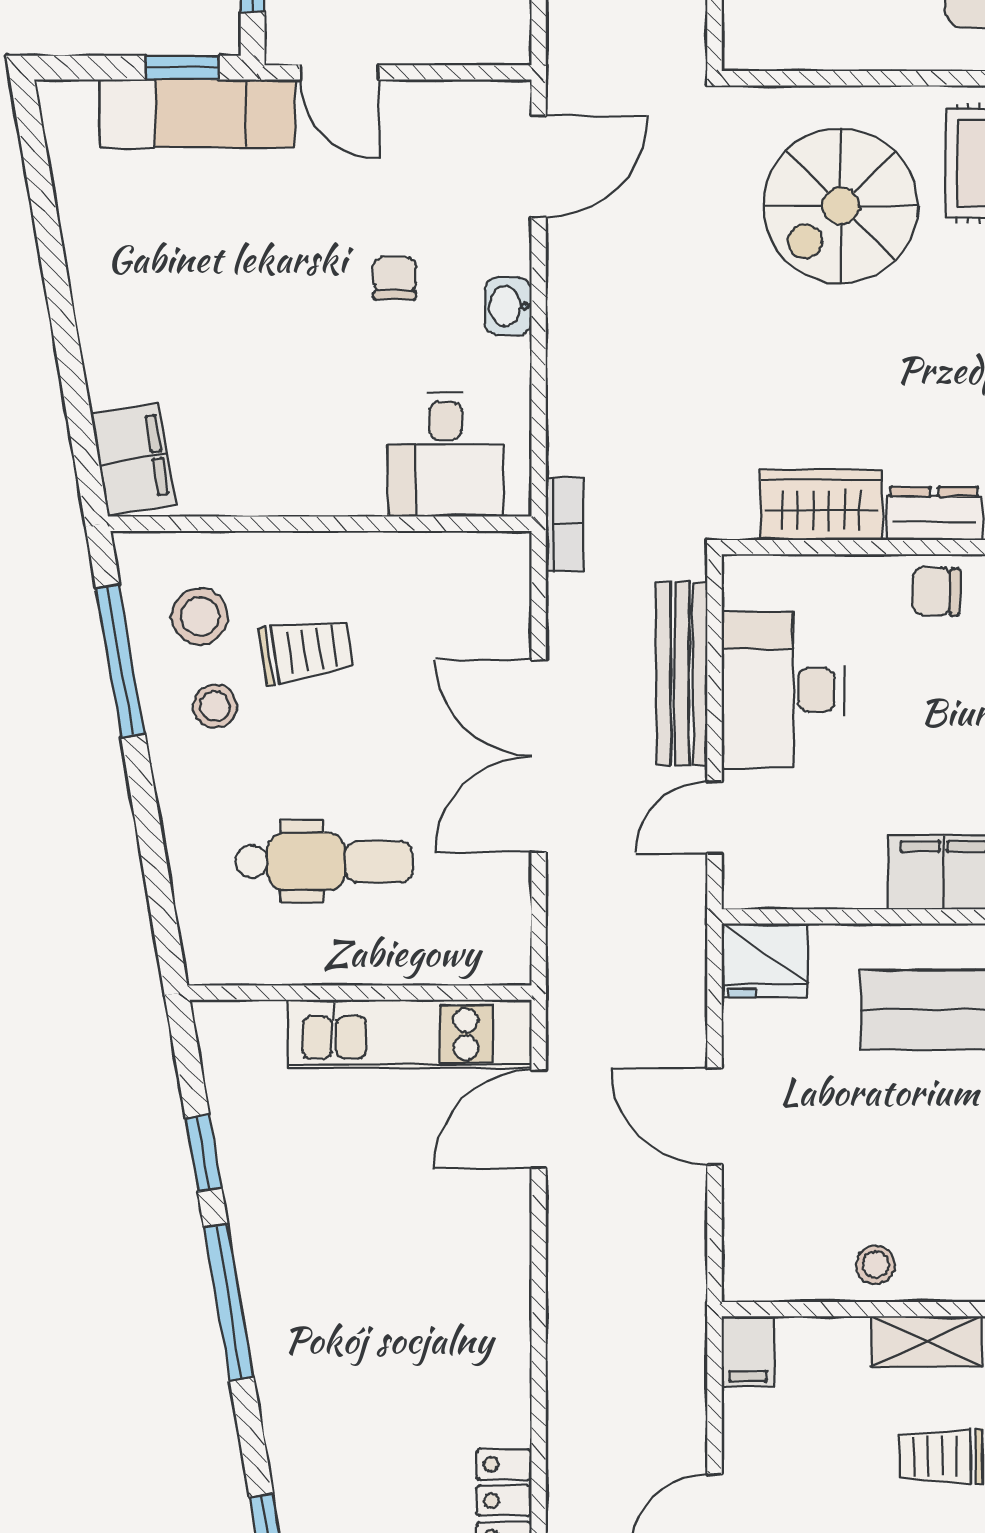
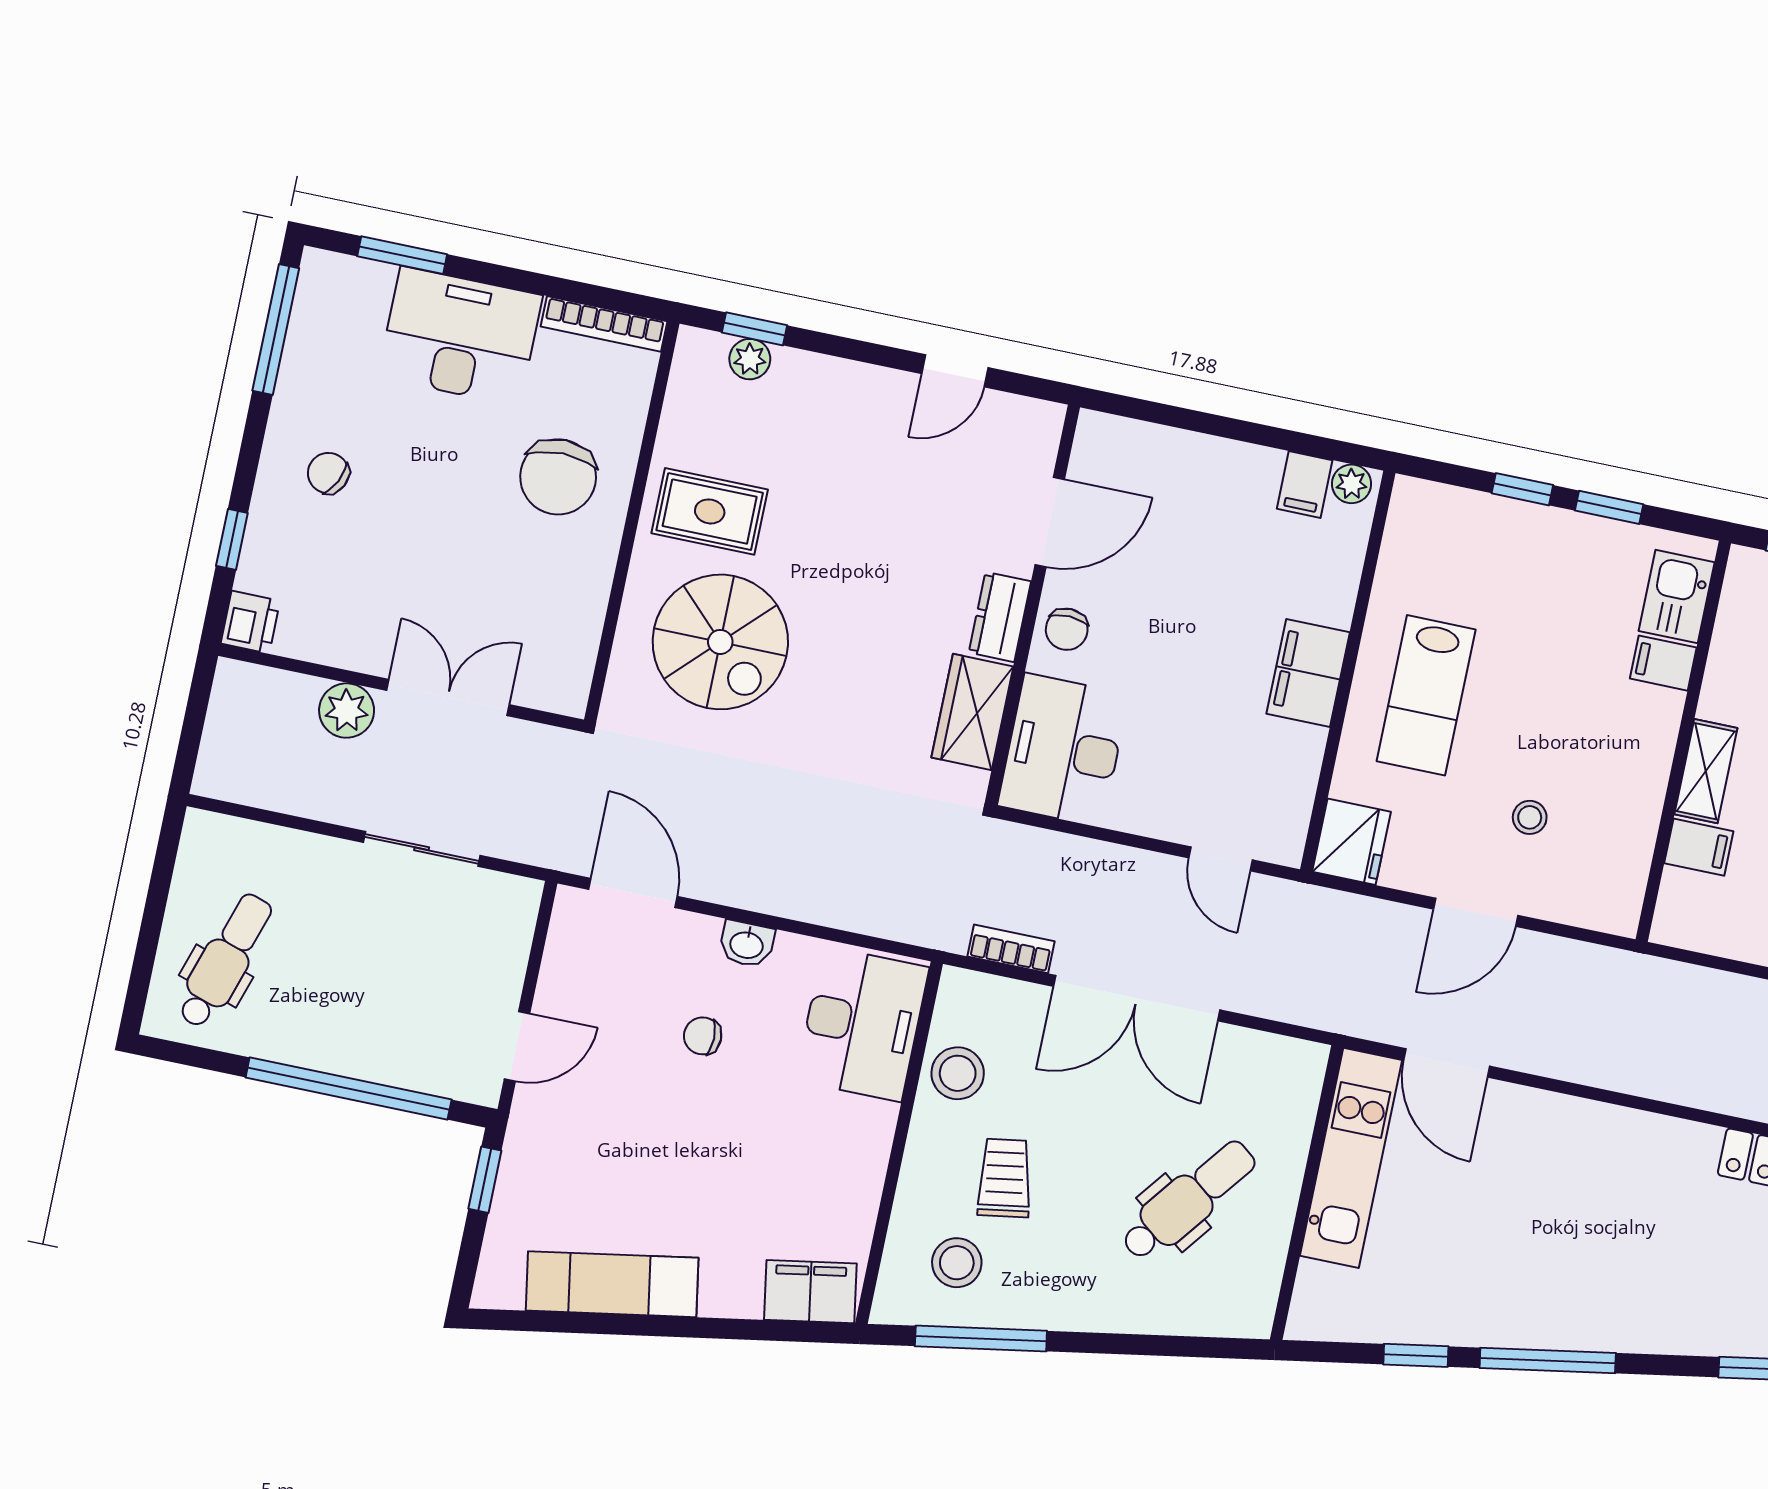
exam couch: (197, 114) -> (612, 1284), moved, turned -100
desk: (446, 454) -> (862, 1024), width x1.37
bookcase: (565, 524) -> (1011, 949), moved
bench: (682, 674) -> (1092, 861), removed
desk: (783, 690) -> (1063, 750), moved, turned 90
stool: (215, 706) -> (958, 1073), moved, width x1.37, depth x1.37
dental chair: (324, 862) -> (1188, 1200), turned 38
stool: (876, 1265) -> (1530, 817), moved
filing cabinet: (748, 1351) -> (1699, 847), moved

